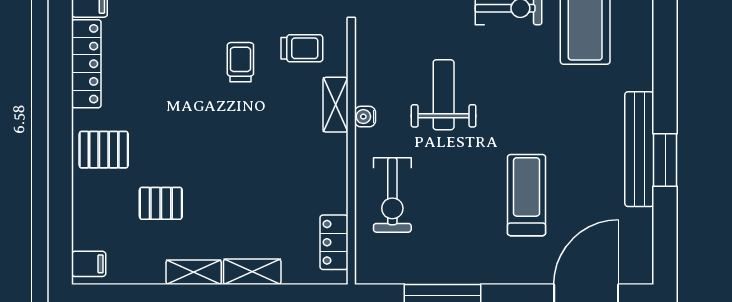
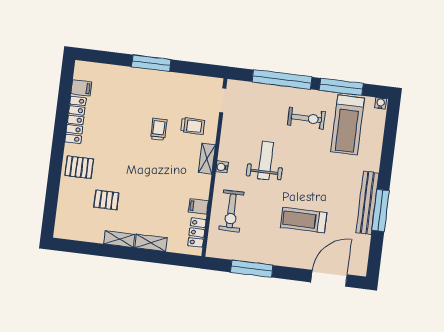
window: (665, 160) -> (381, 210), width x1.44
treadmill: (527, 195) -> (304, 220), turned -90
filing cabinet: (89, 264) -> (198, 207), moved, turned 180

